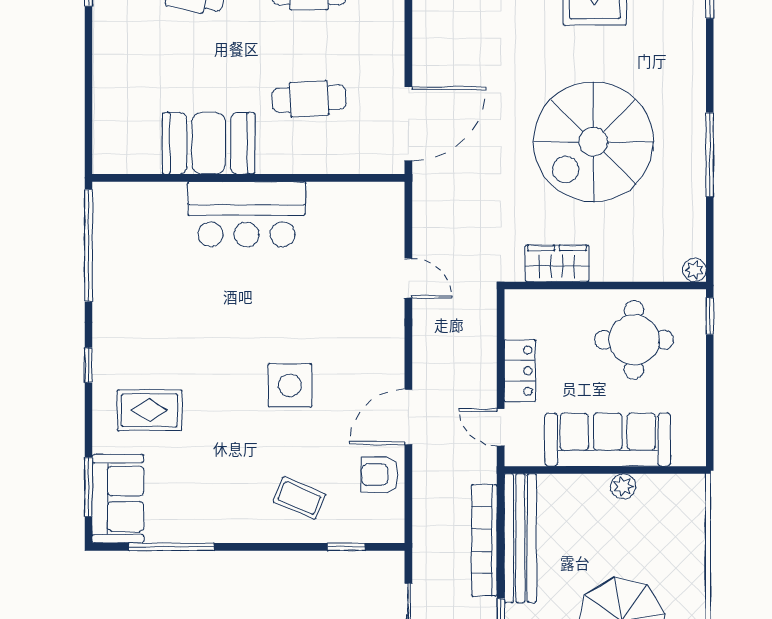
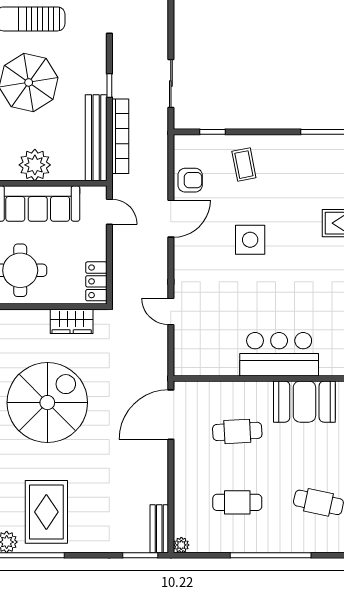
locker: (520, 371) -> (96, 281), moved
plant: (623, 486) -> (35, 165), width x1.88, depth x1.88
coffee table: (299, 498) -> (244, 165), turned 56

